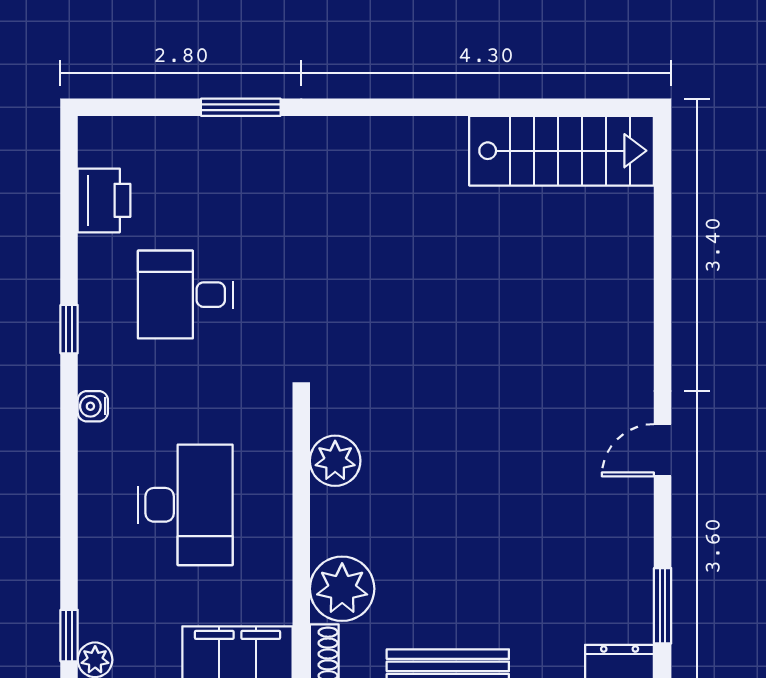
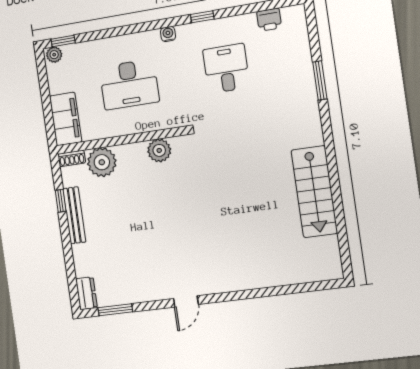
stairs: (562, 151) -> (314, 192), moved
printer: (104, 200) -> (269, 20), width x0.73, depth x0.81
door: (663, 450) -> (186, 301), swing flipped

